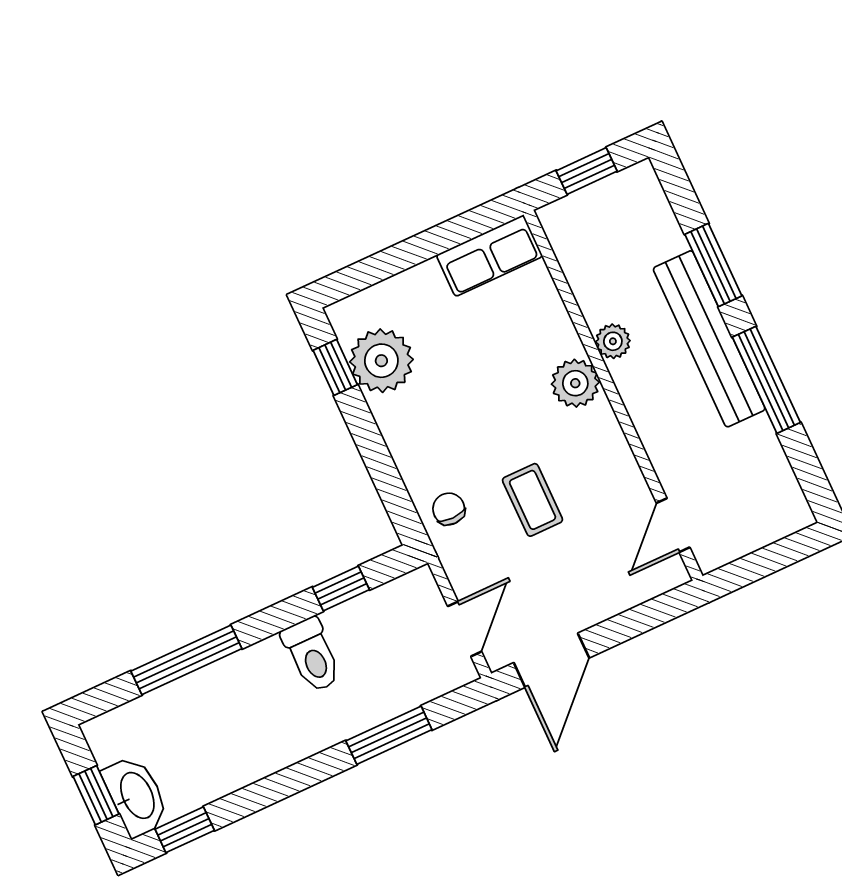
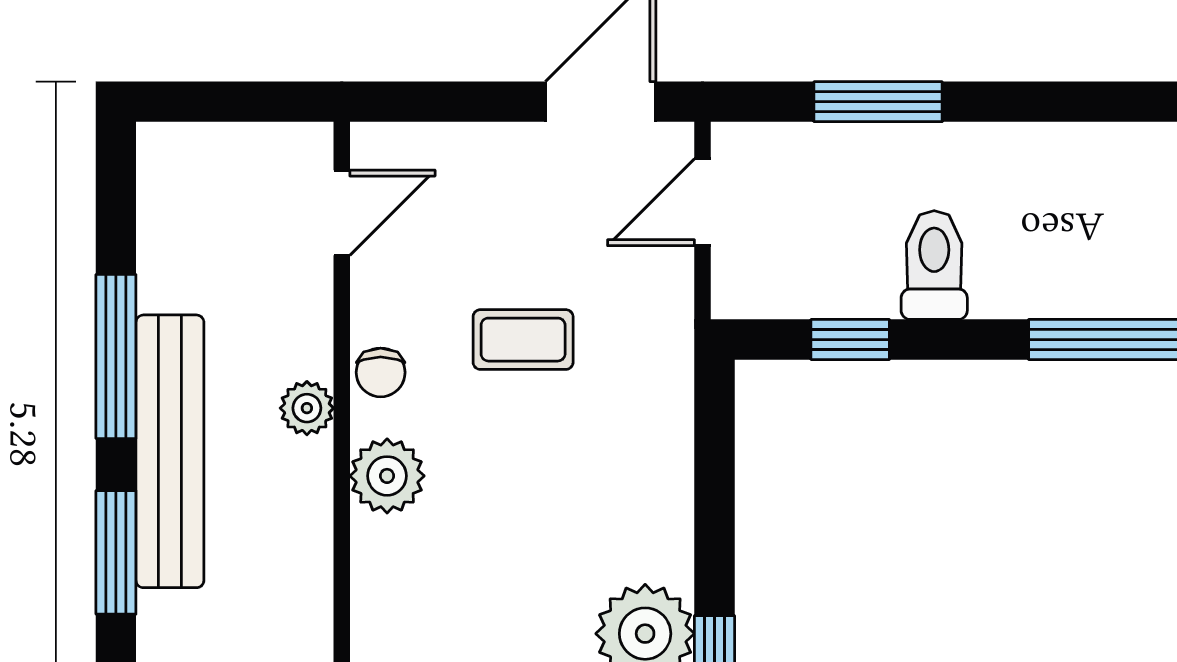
plant: (613, 341) -> (307, 408), moved
coffee table: (533, 500) -> (523, 340), turned 90
chair: (449, 509) -> (381, 372), moved

